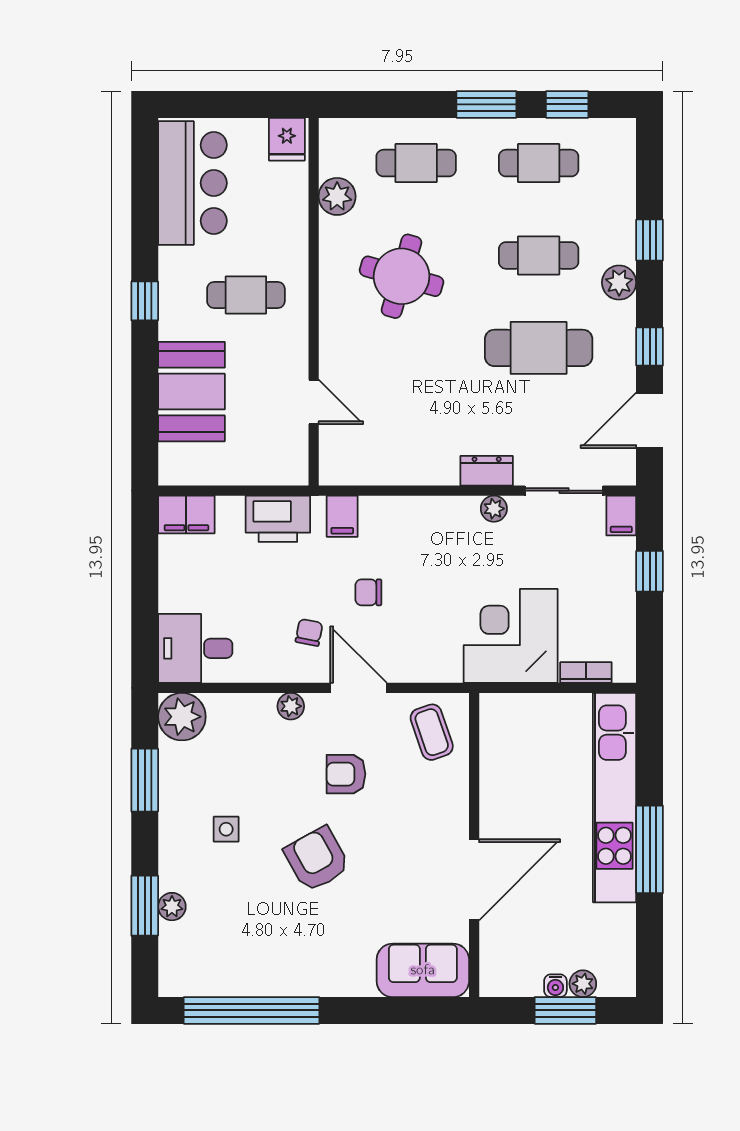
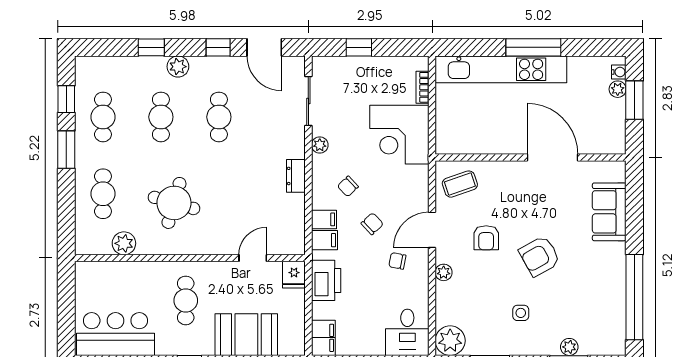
fridge: (287, 139) -> (294, 275), moved, turned 90
cafe table: (539, 348) -> (219, 117), width x0.73, depth x0.74
dresser: (487, 471) -> (296, 176), moved
filing cabinet: (621, 515) -> (324, 219), moved
chair: (428, 554) -> (348, 186), added
chair: (368, 592) -> (372, 224), turned -133
sofa: (423, 970) -> (609, 212), moved
water cooler: (555, 986) -> (619, 72), moved

